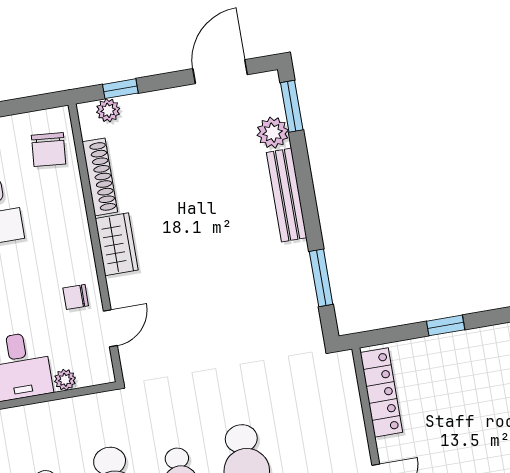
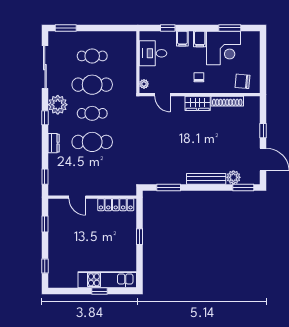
window: (120, 89) -> (263, 131), moved
plant: (108, 110) -> (255, 109), removed
chair: (76, 297) -> (199, 77), moved
plant: (65, 380) -> (144, 84), moved

